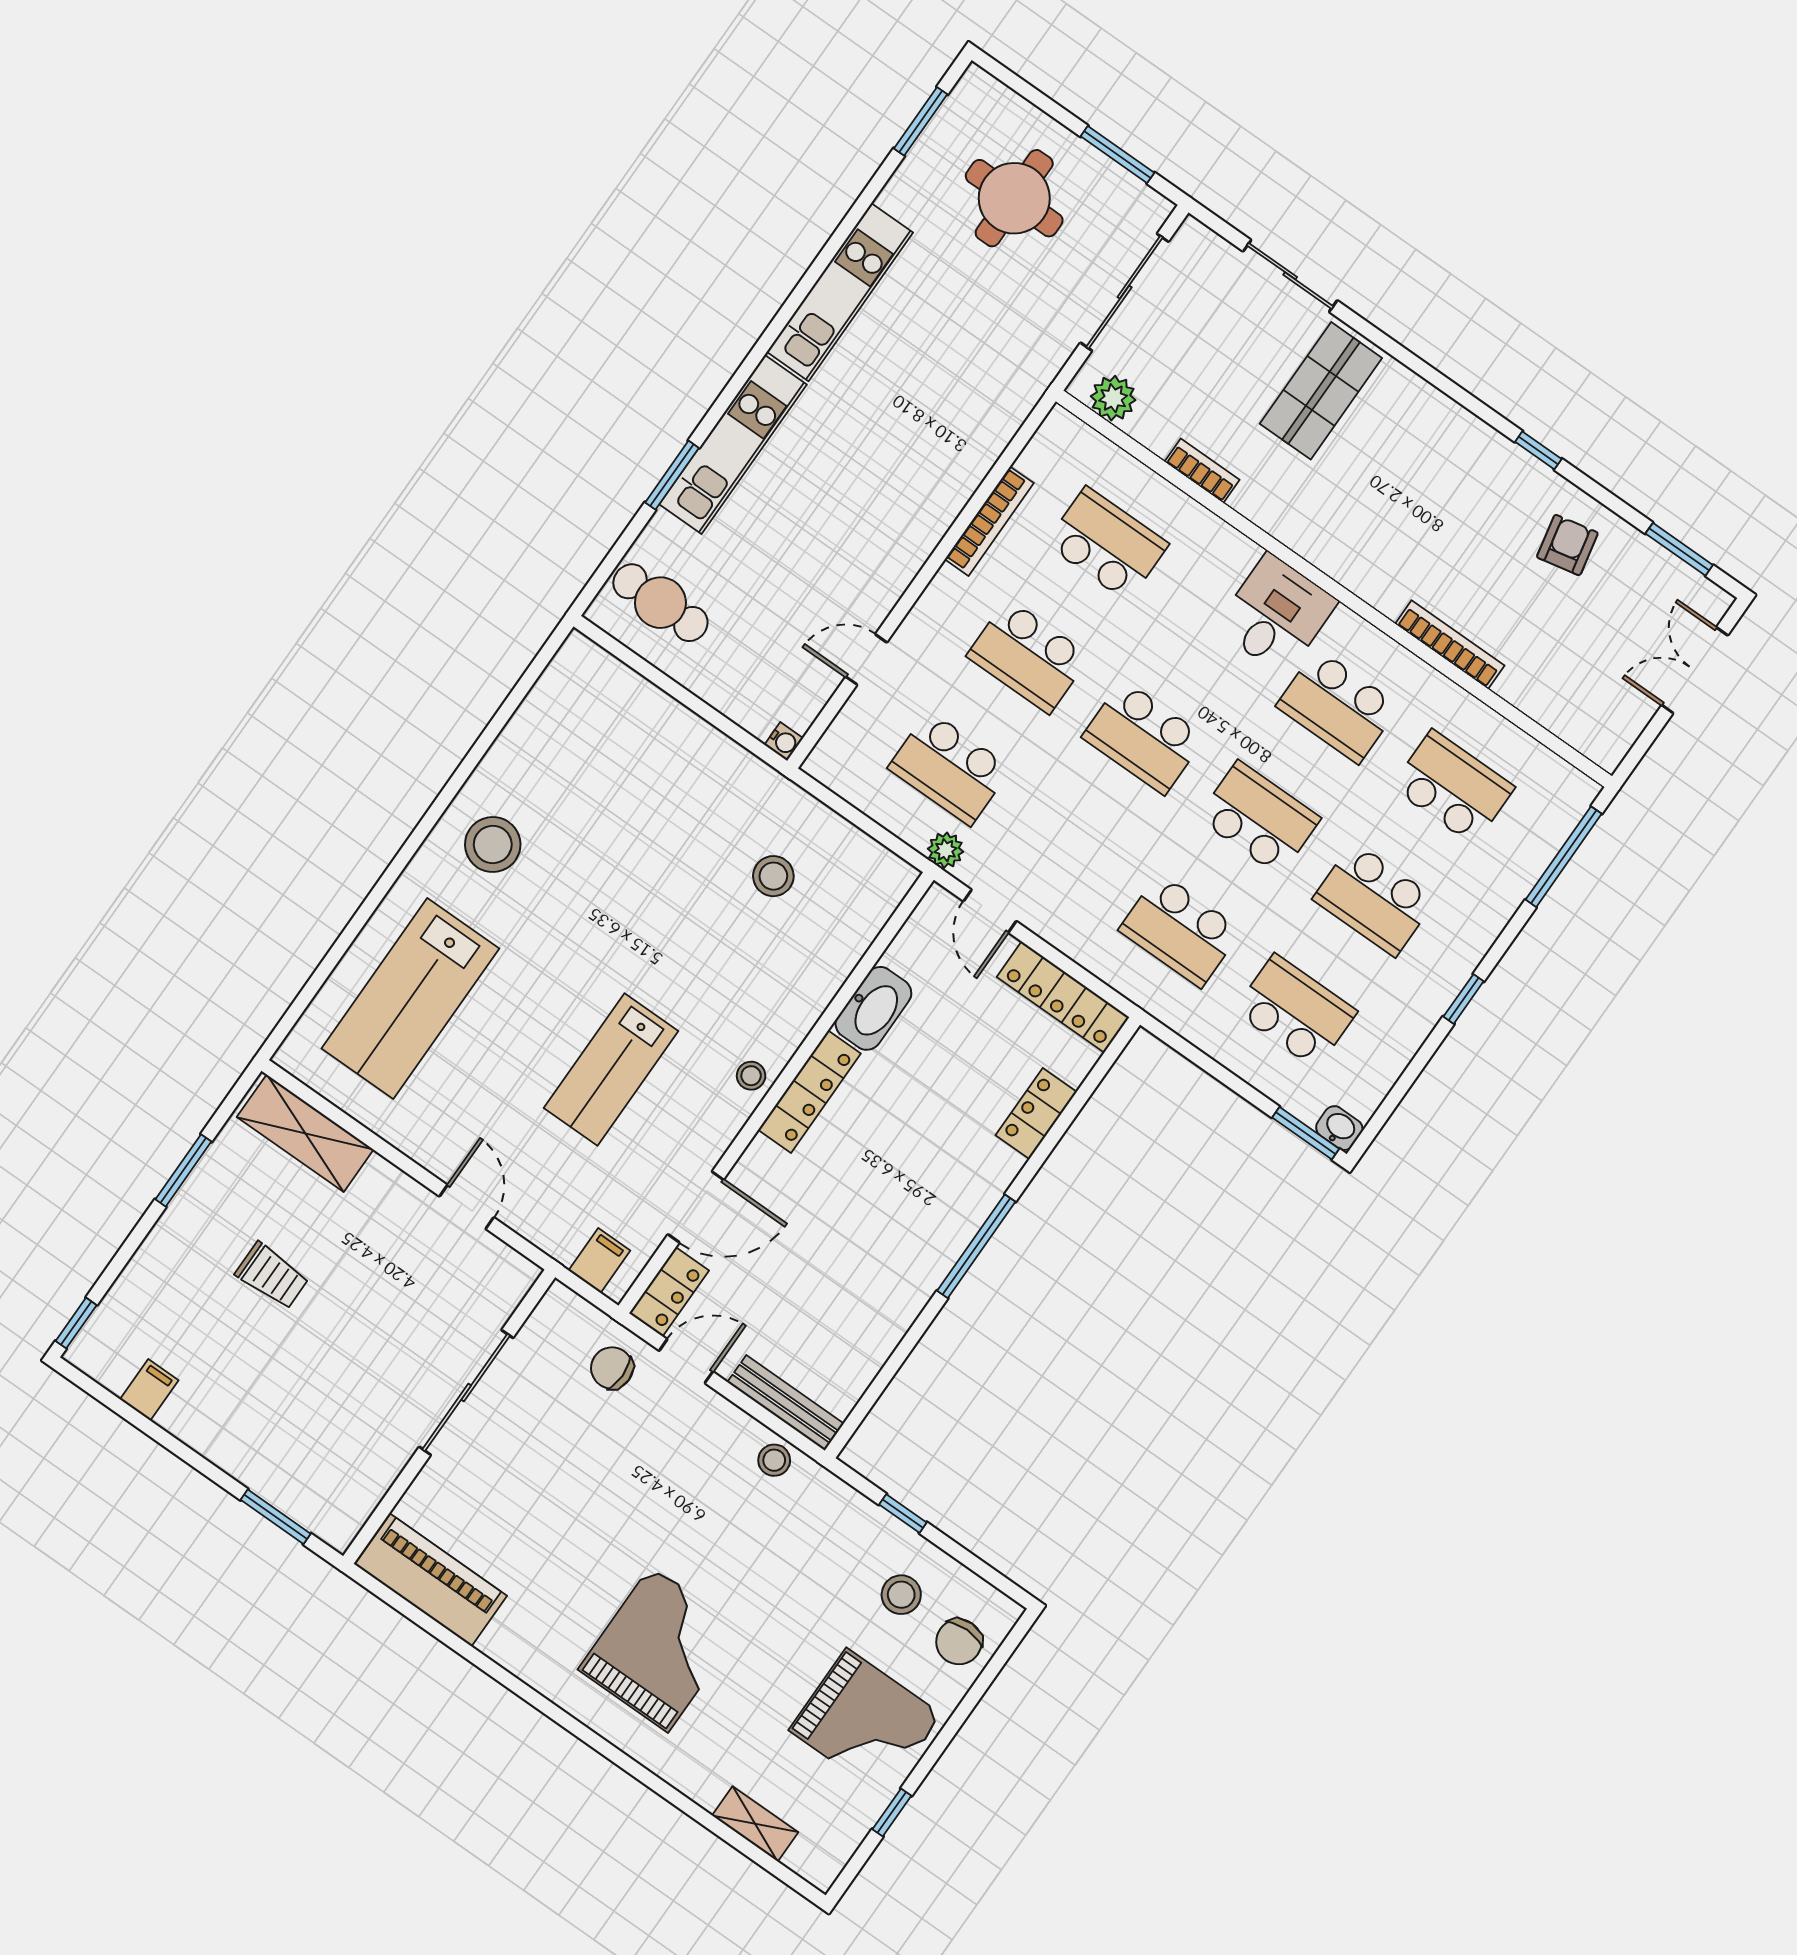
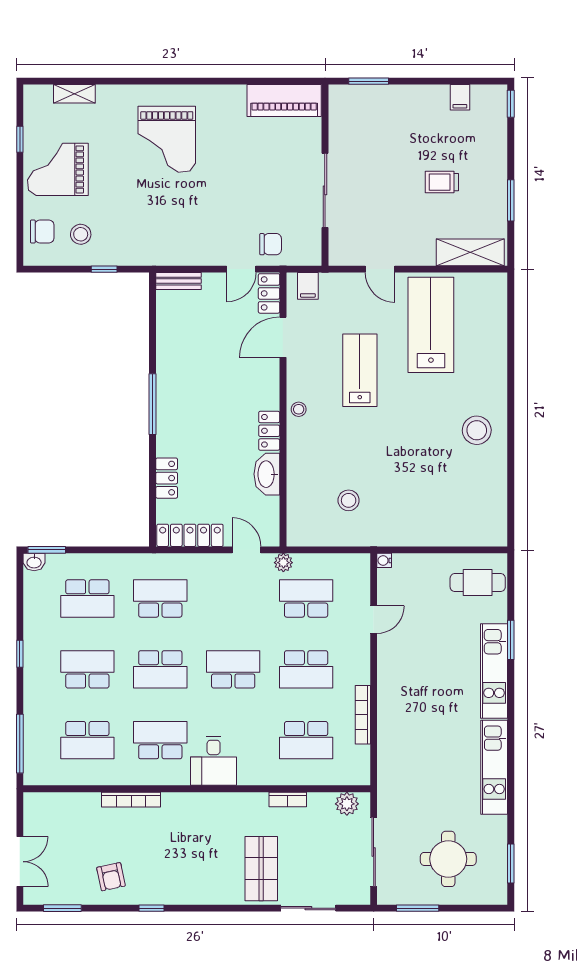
school desk: (1028, 656) -> (306, 669), turned 180
lab bench: (410, 999) -> (431, 325), moved
locker: (809, 1092) -> (269, 431), width x0.66
bench: (786, 1403) -> (178, 281), width x0.73
stool: (774, 1460) -> (174, 253), removed
chair: (959, 1642) -> (42, 231), turned 90

